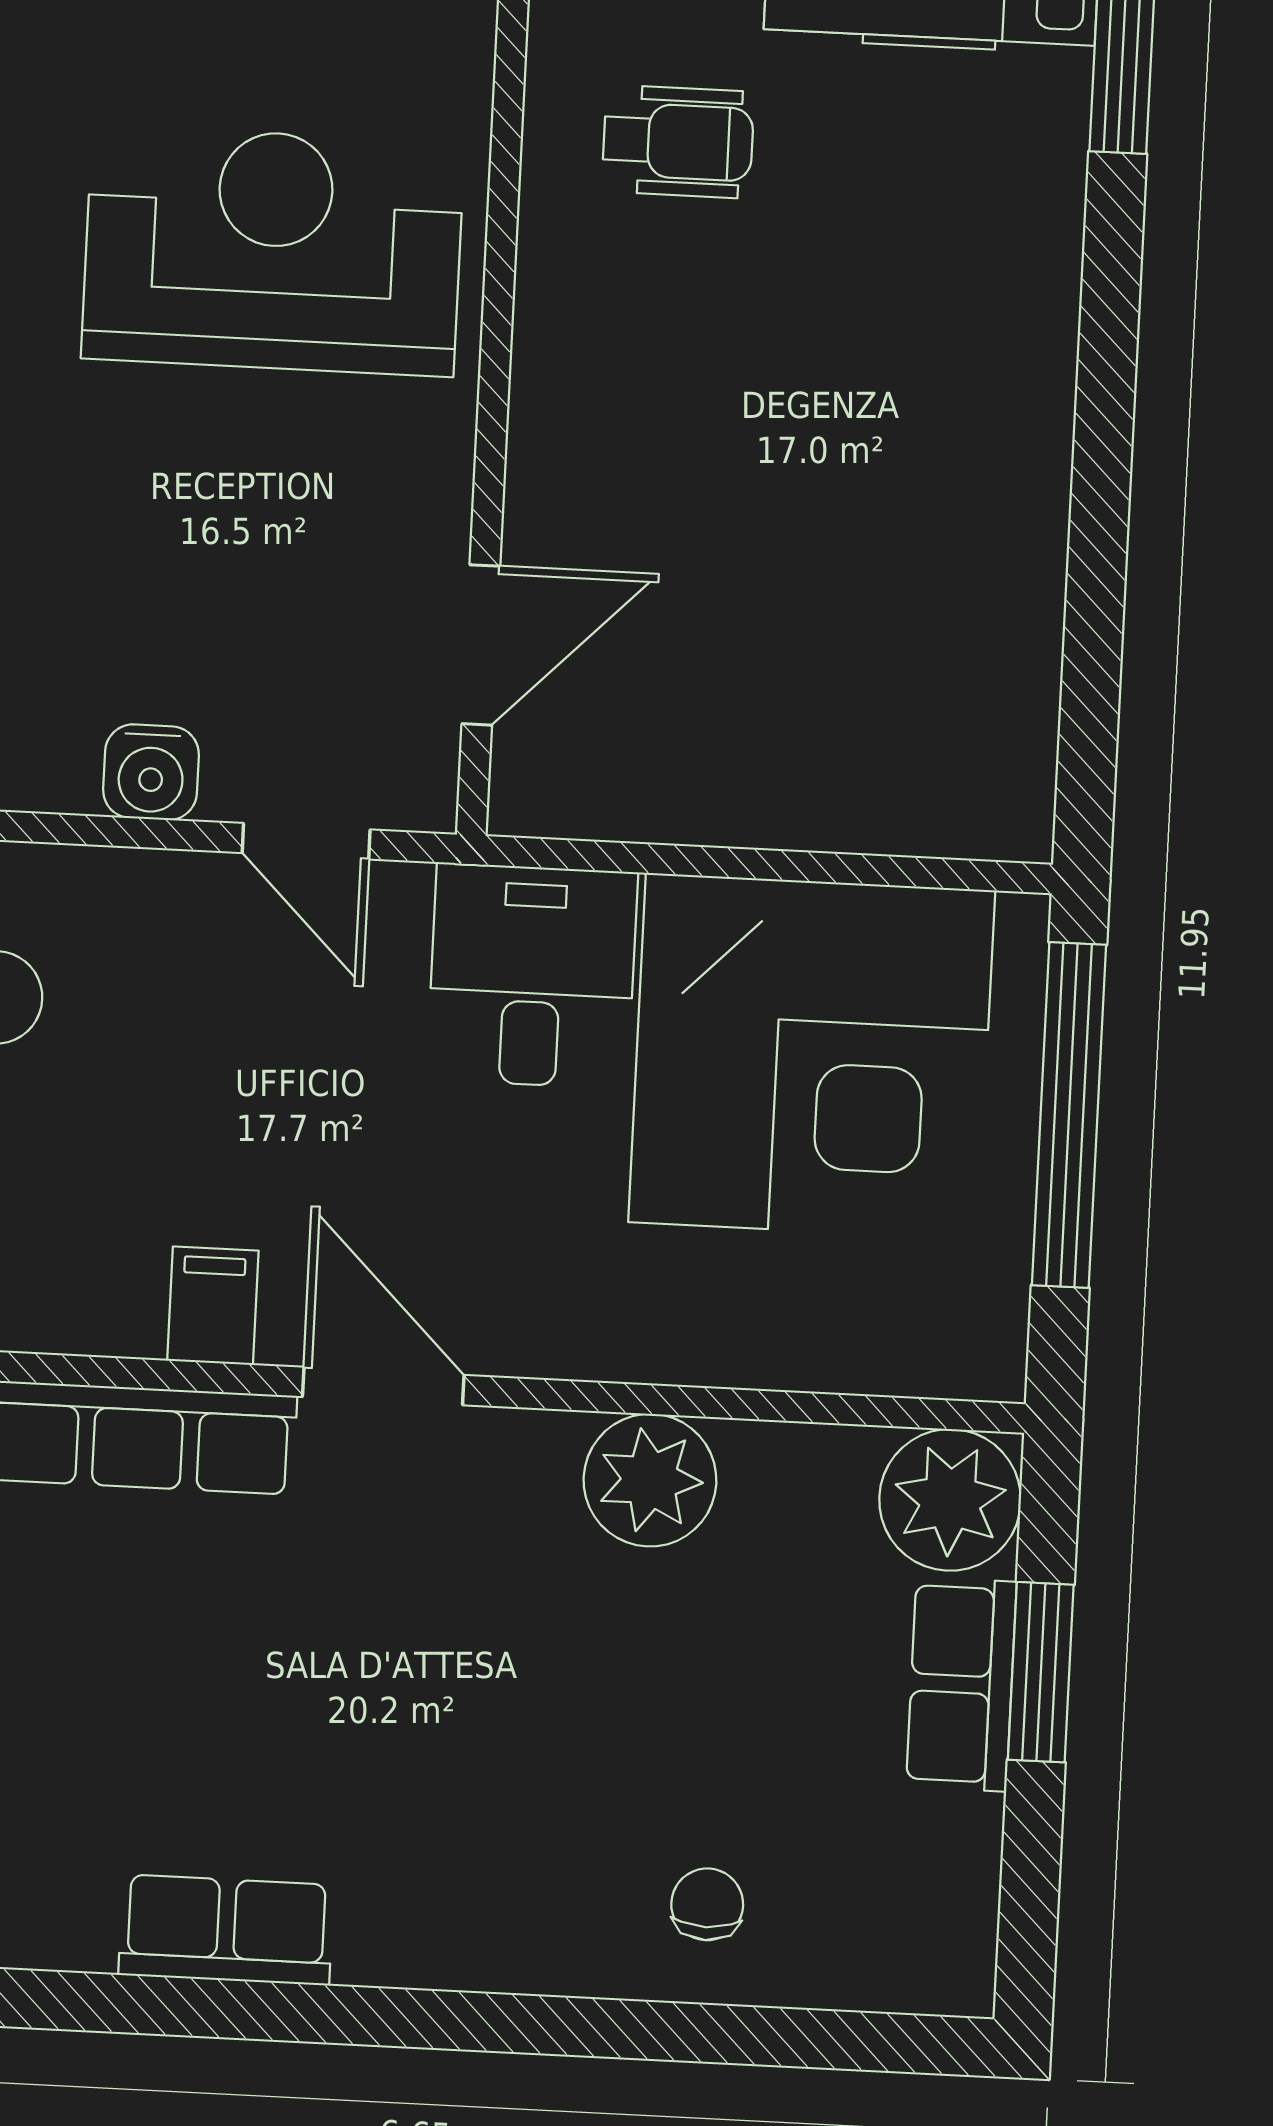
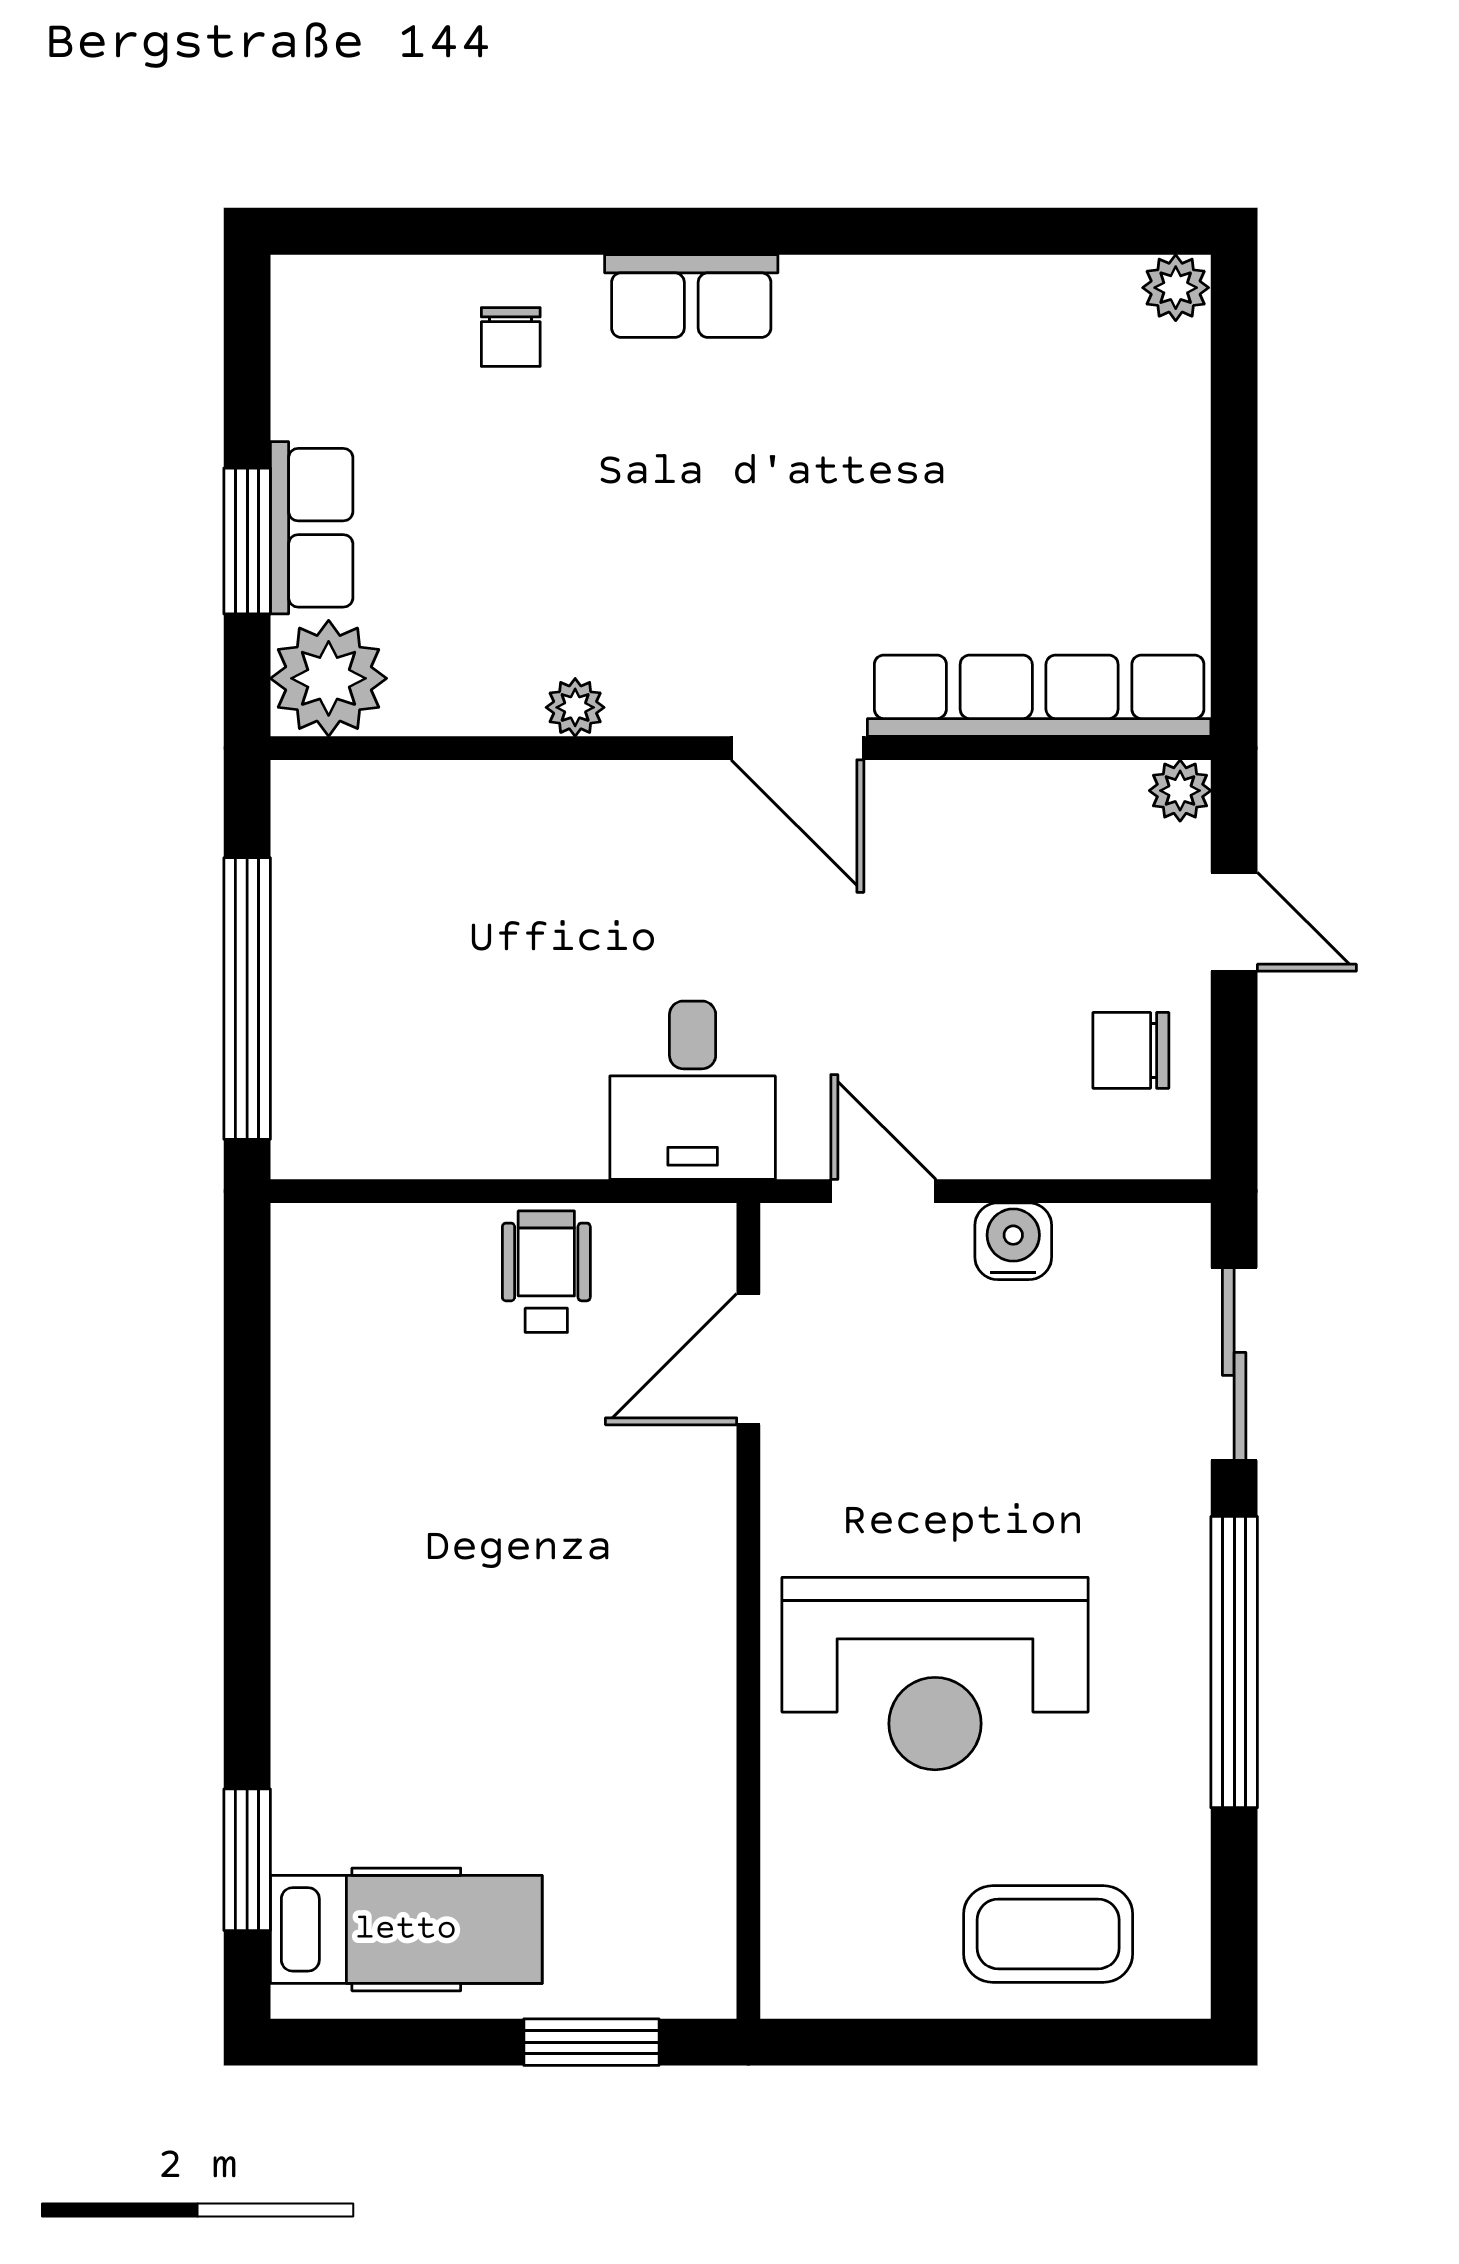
wheelchair: (678, 142) -> (546, 1272), moved, turned 90
corner desk: (812, 1056) -> (460, 1036), removed
filing cabinet: (213, 1306) -> (940, 807), removed
plant: (650, 1480) -> (575, 707), width x0.53, depth x0.53
row of seats: (226, 1930) -> (691, 296), moved

